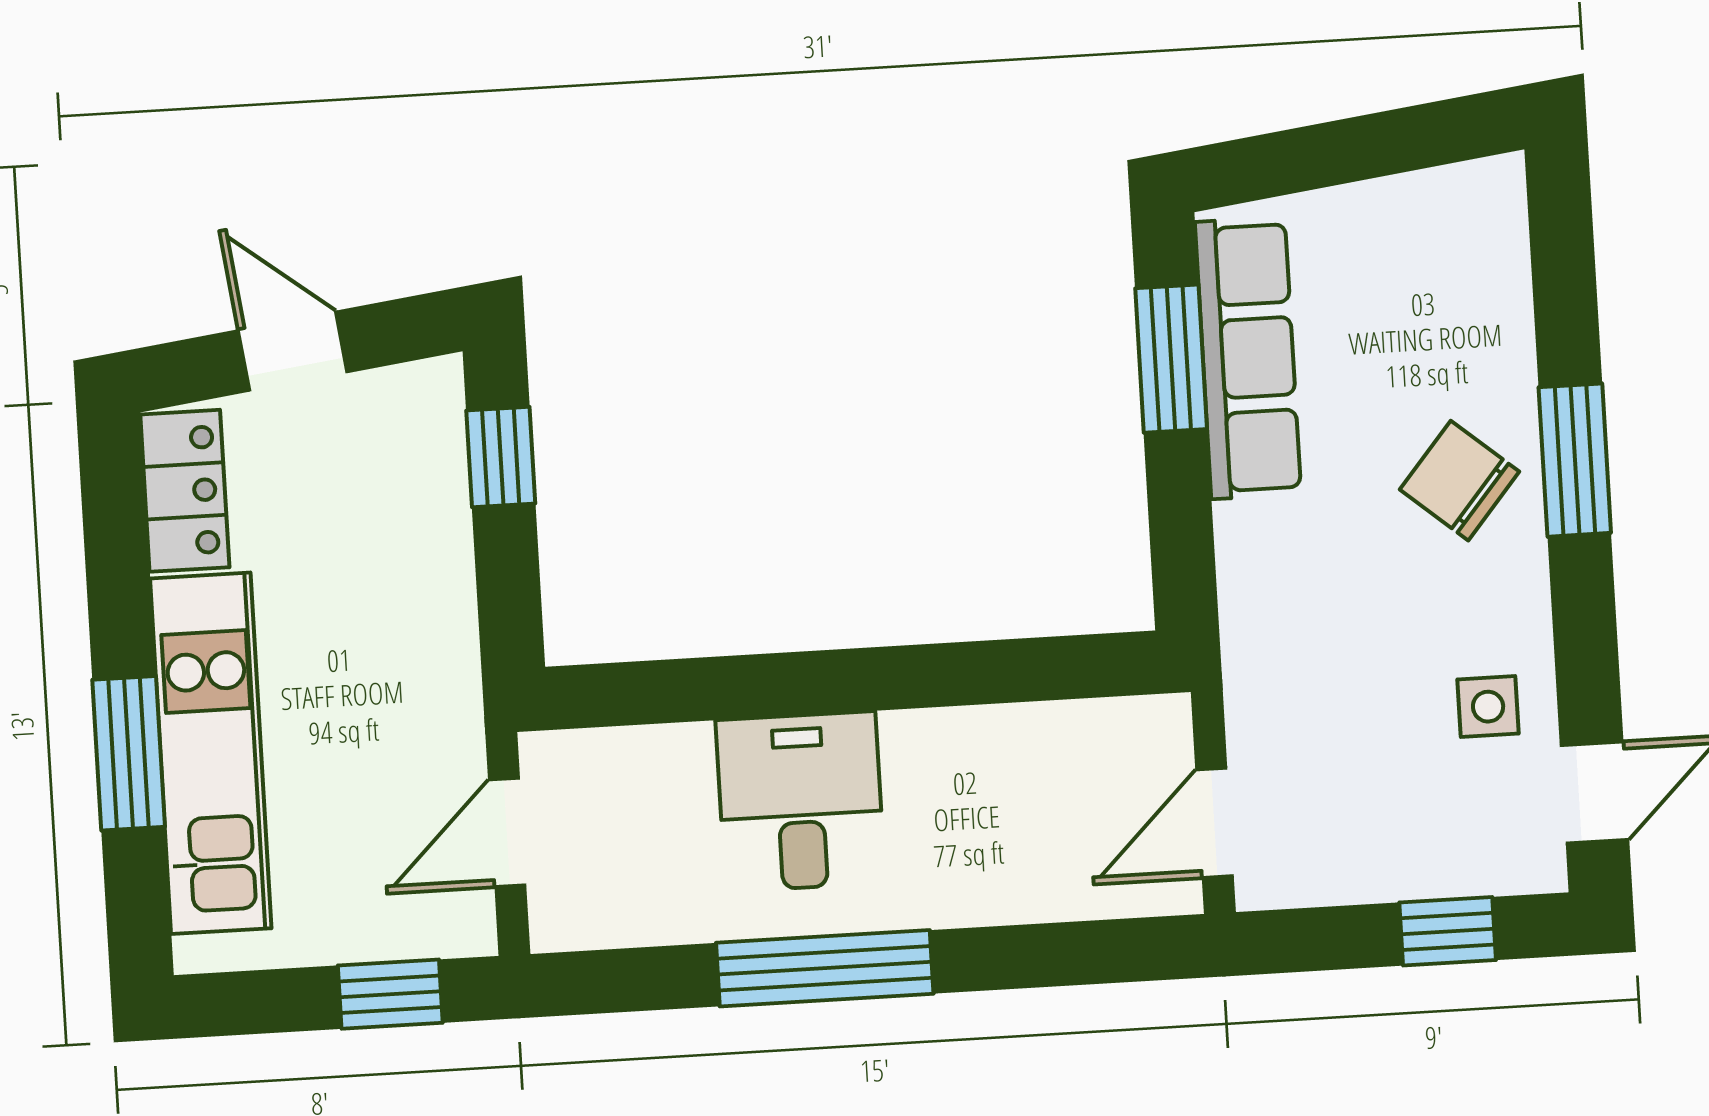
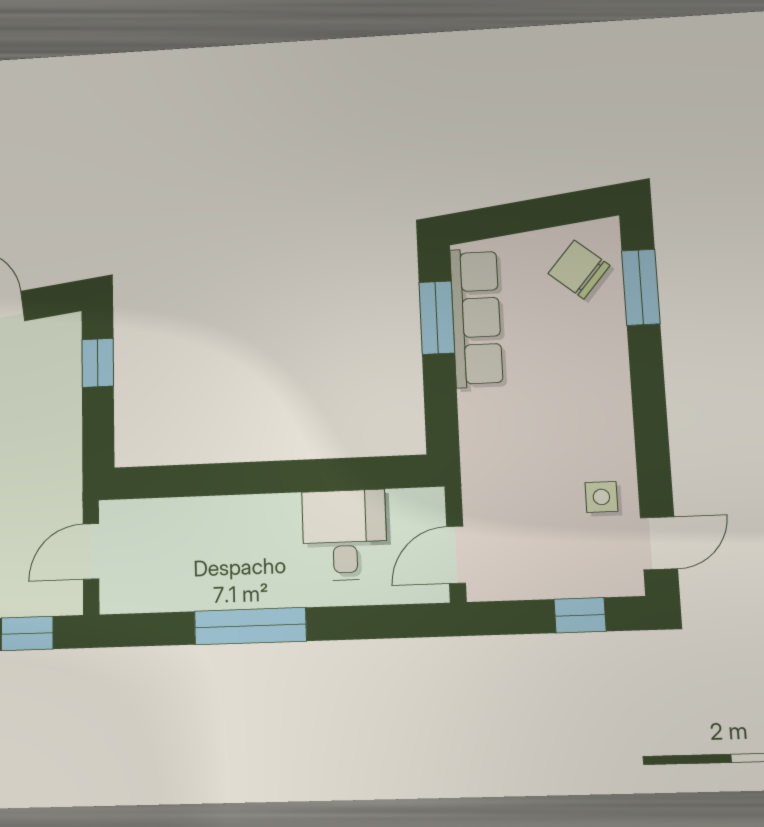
window: (1575, 460) -> (641, 287), moved
chair: (1459, 481) -> (579, 269), moved
desk: (800, 802) -> (345, 535), moved

